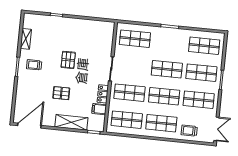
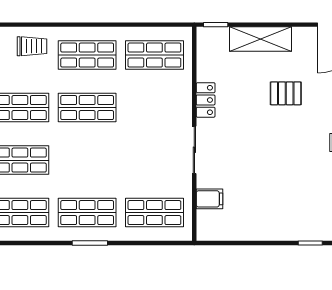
pallet: (68, 60) -> (279, 159), removed
shop shelf: (167, 69) -> (87, 213), moved
shop shelf: (129, 93) -> (154, 108), removed
filing cabinet: (99, 109) -> (210, 199), moved

